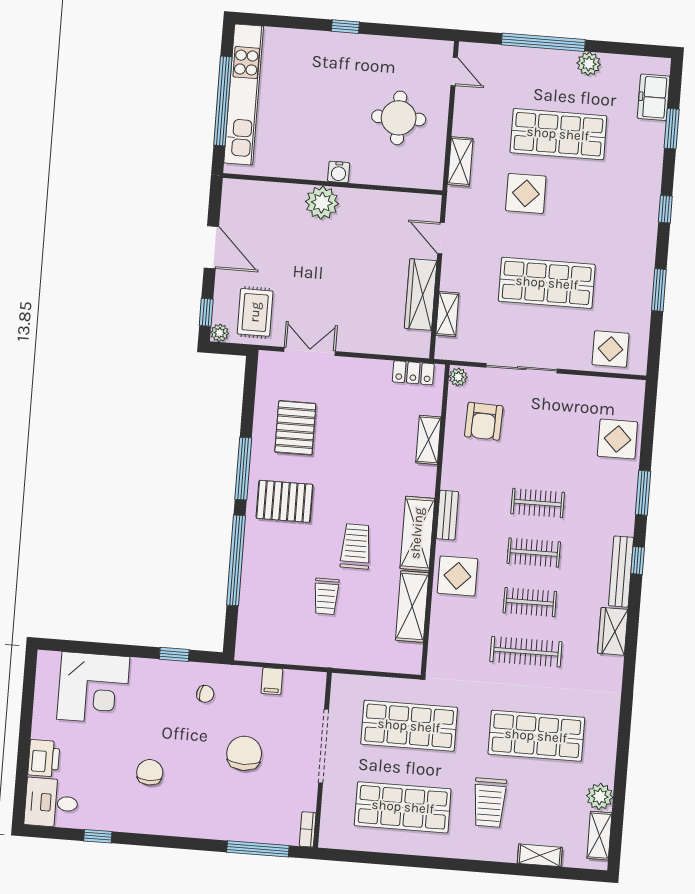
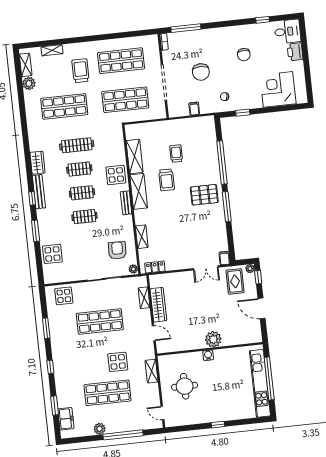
filing cabinet: (268, 364) -> (225, 258), added
pallet: (295, 428) -> (206, 230), removed

